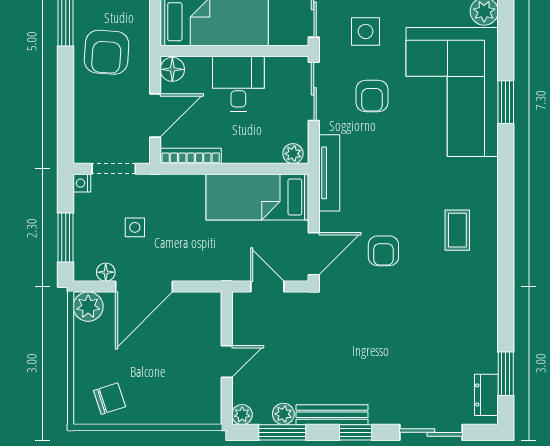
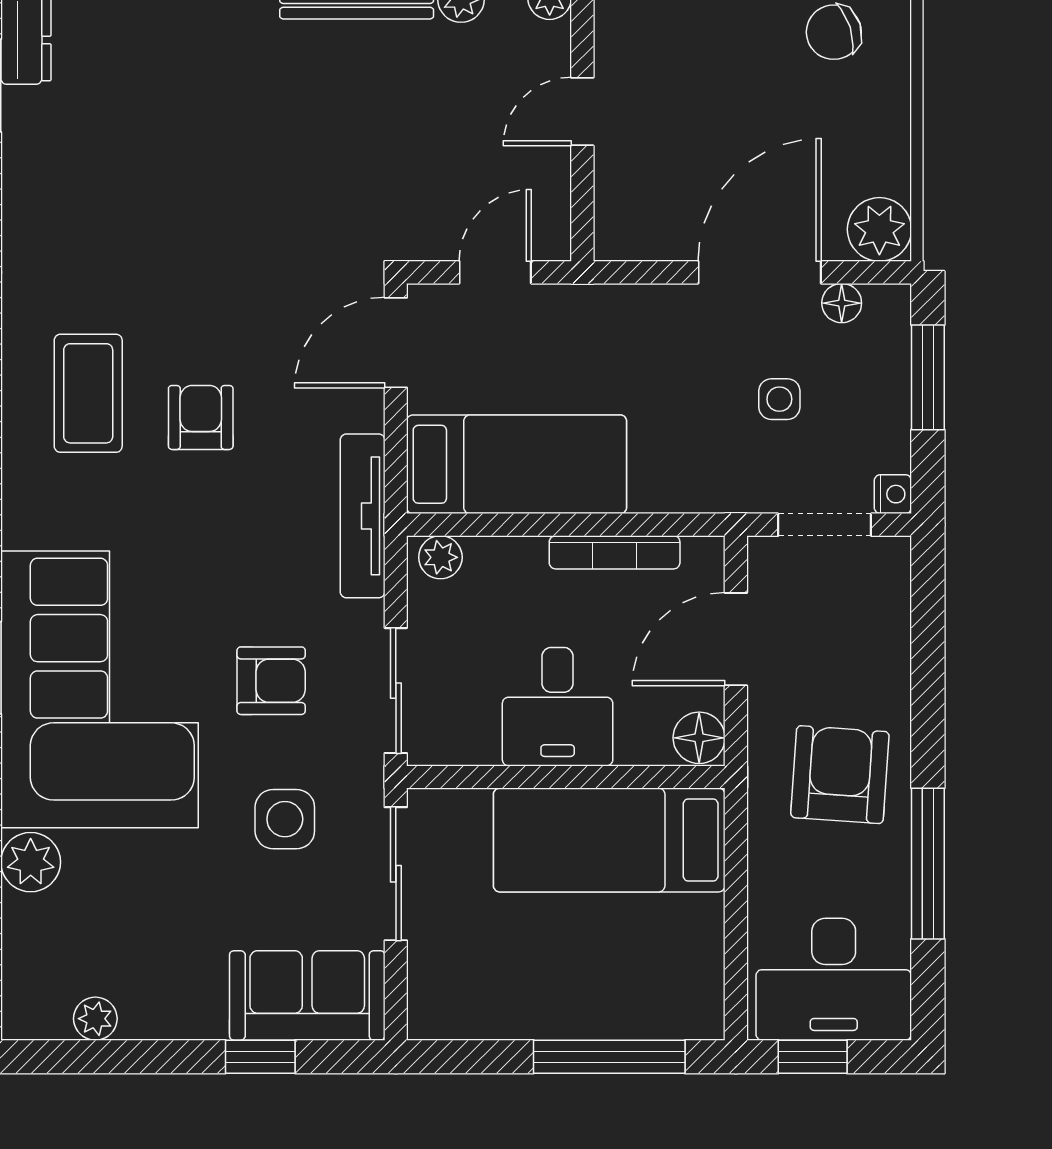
armchair: (372, 96) -> (271, 681), turned 90
bookcase: (191, 156) -> (615, 552), moved
coffee table: (457, 230) -> (88, 393), width x1.36, depth x1.30
armchair: (383, 251) -> (201, 417), moved
door: (267, 287) -> (495, 272), swing flipped

